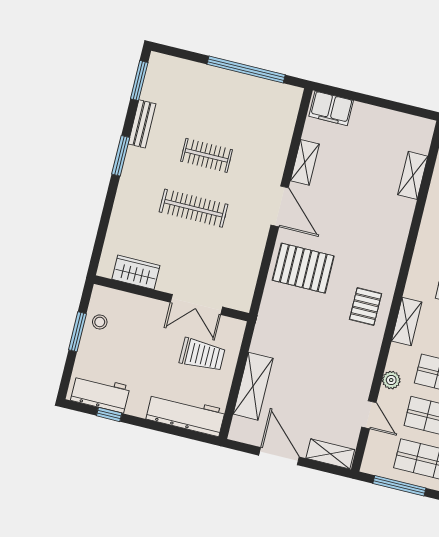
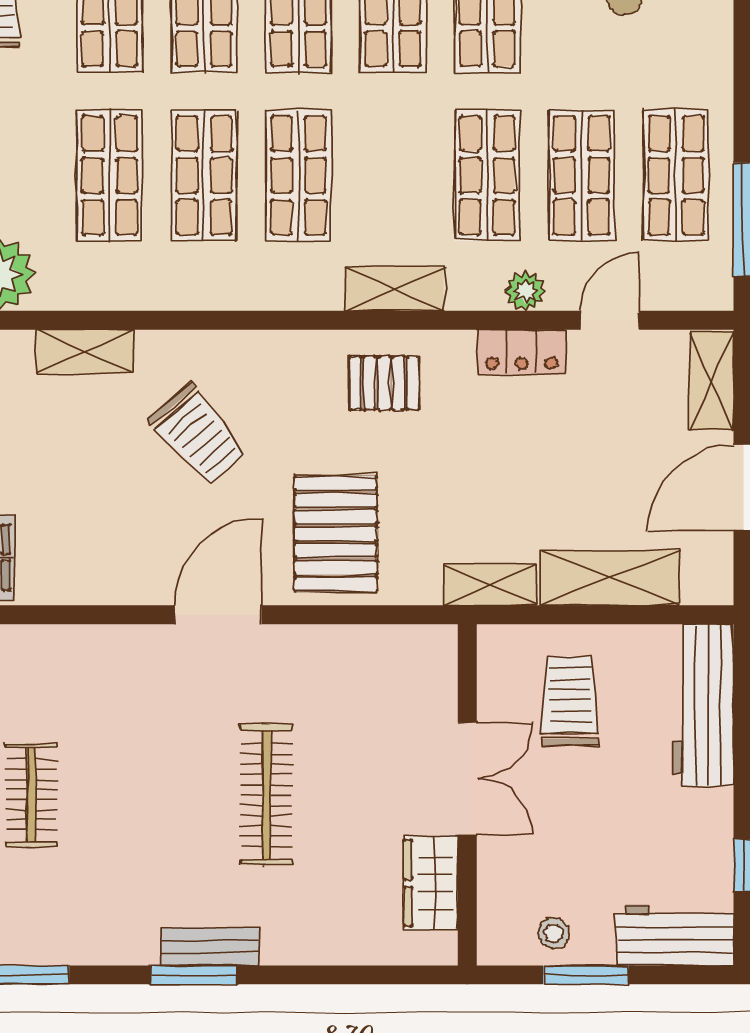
bench: (142, 124) -> (210, 947), moved
clothes rail: (207, 155) -> (31, 795), moved
shelving: (305, 162) -> (490, 585), moved
trolley: (363, 217) -> (198, 434), added
double door: (196, 305) -> (467, 779), moved
locker: (364, 372) -> (522, 352), added
workbench: (100, 393) -> (675, 935), moved, turned 90

